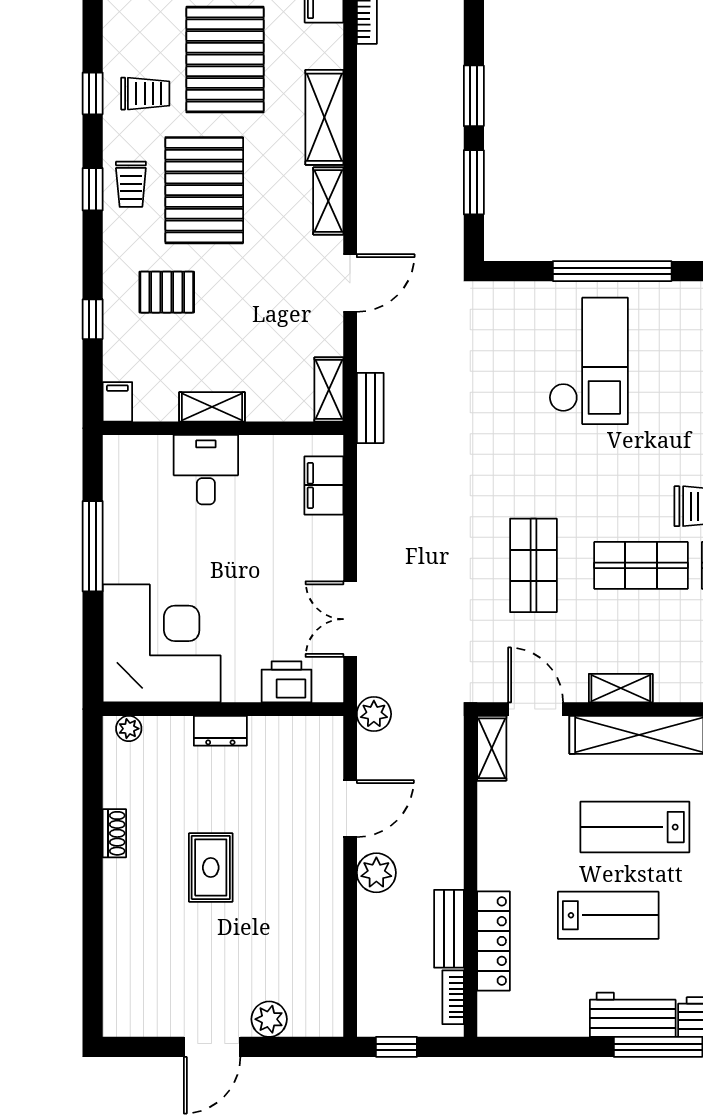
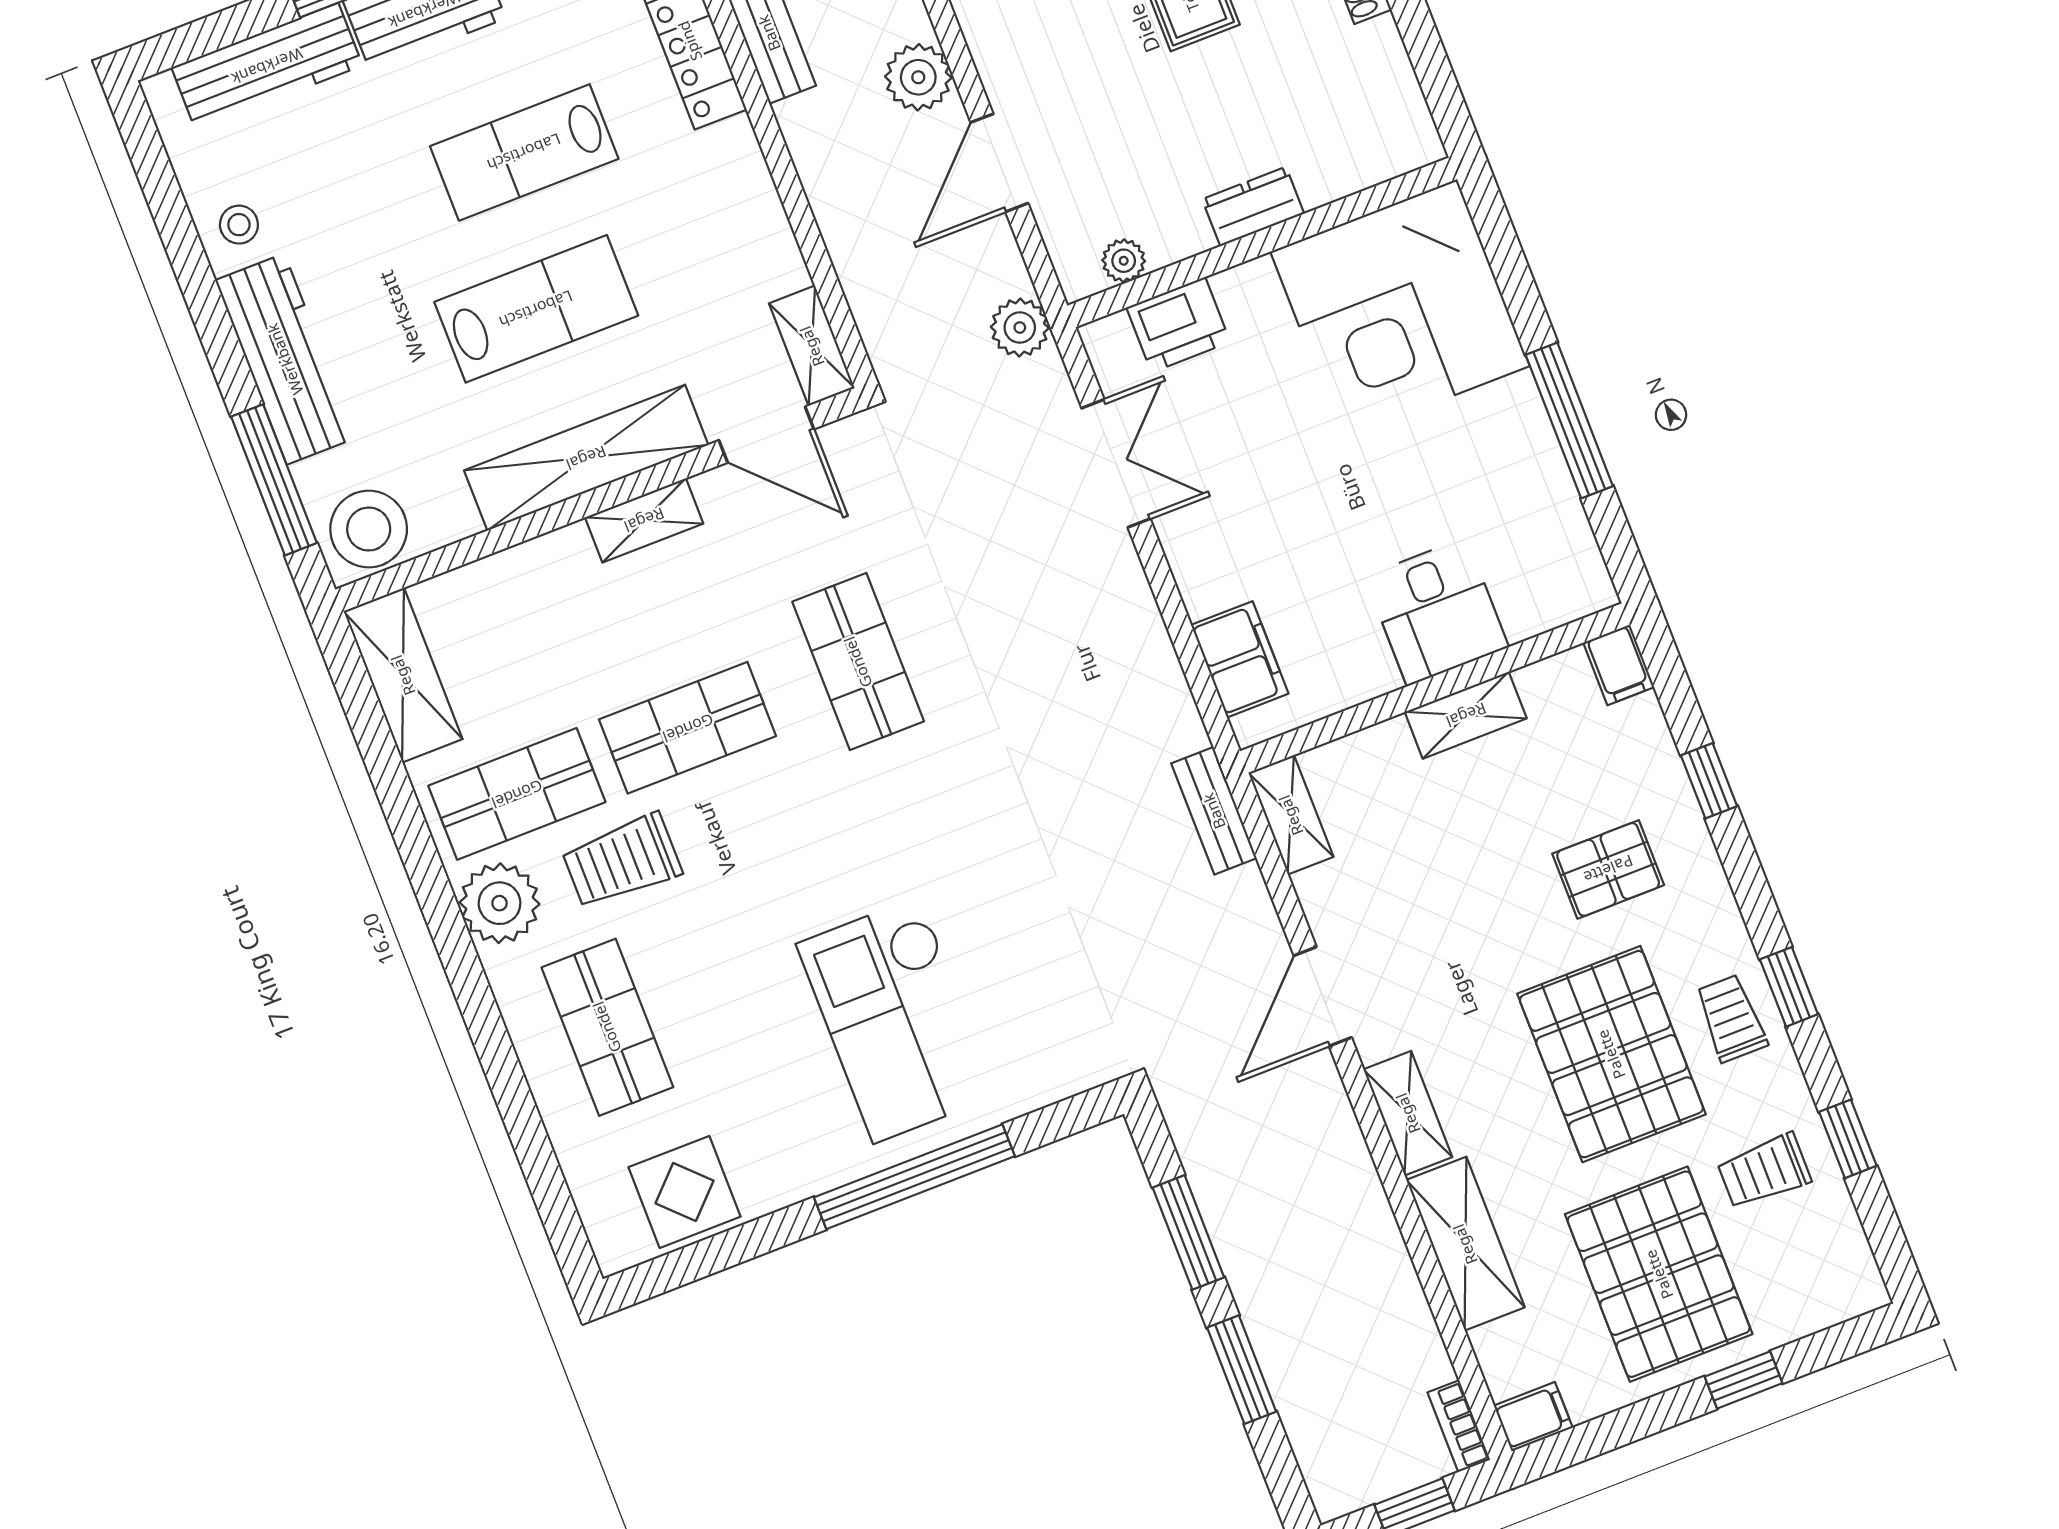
plant: (129, 729) -> (1124, 261), moved

